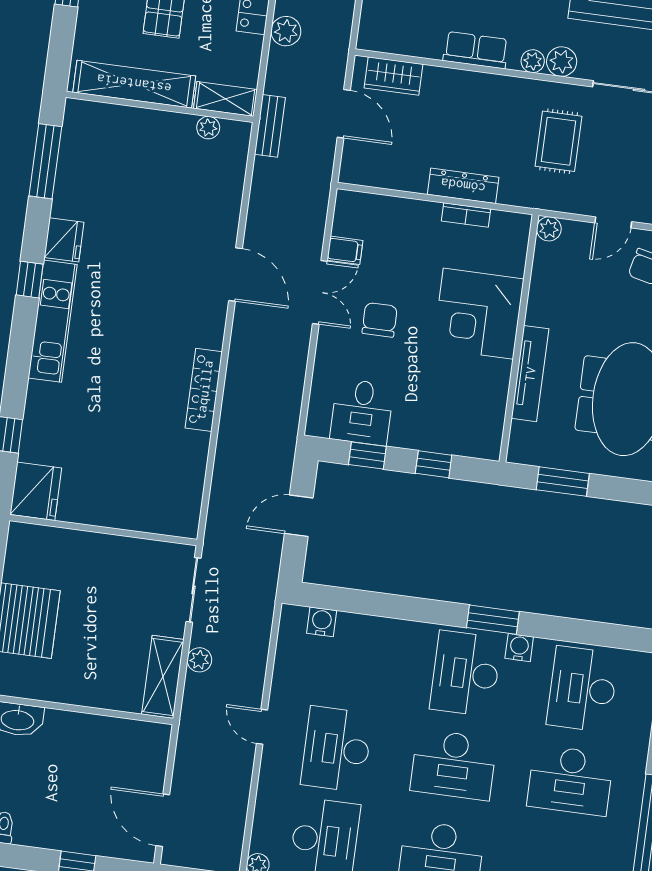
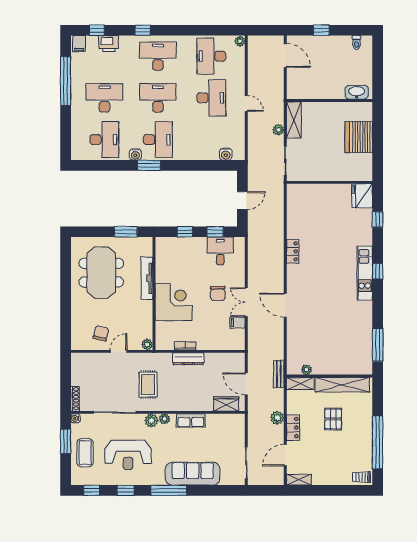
fridge: (64, 240) -> (364, 310), removed
window: (30, 280) -> (378, 271), moved
locker: (204, 390) -> (293, 251), width x0.66

